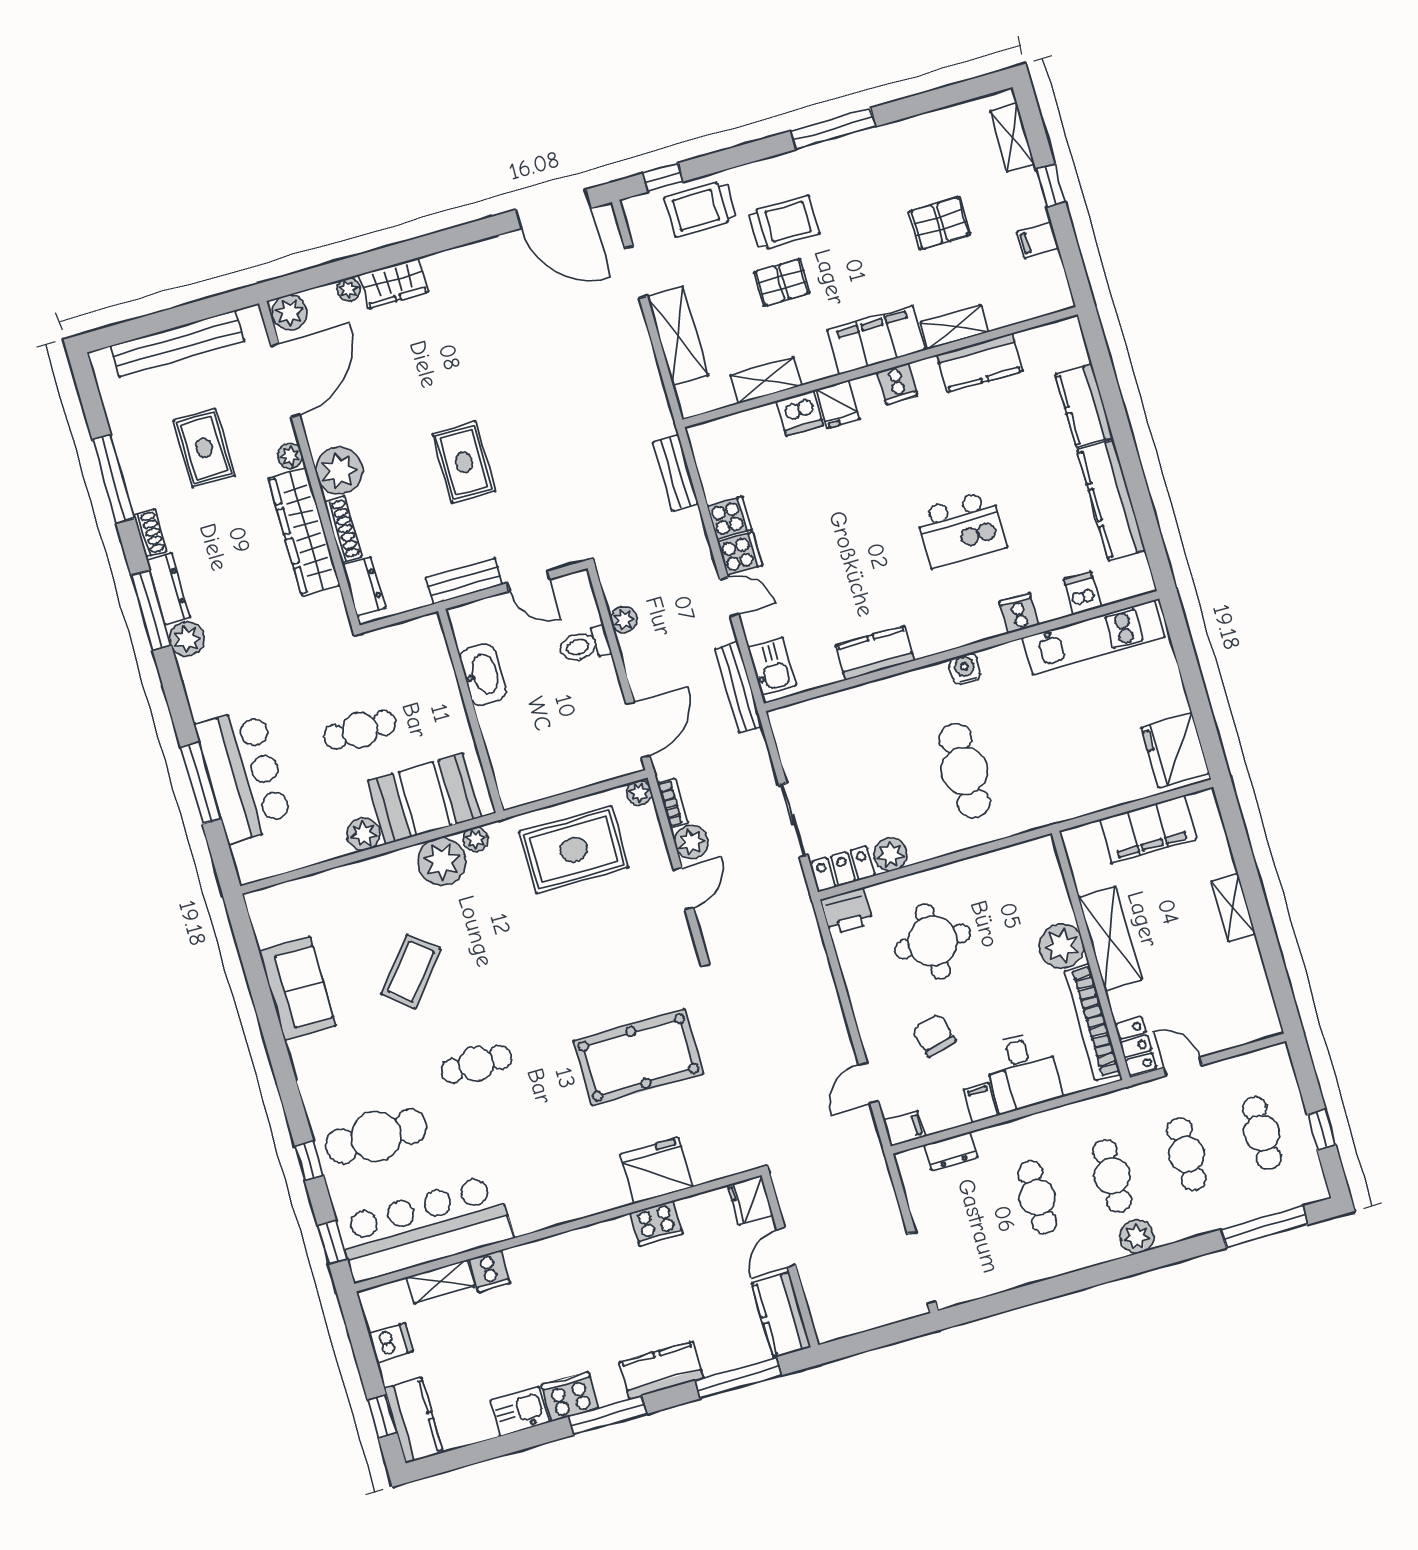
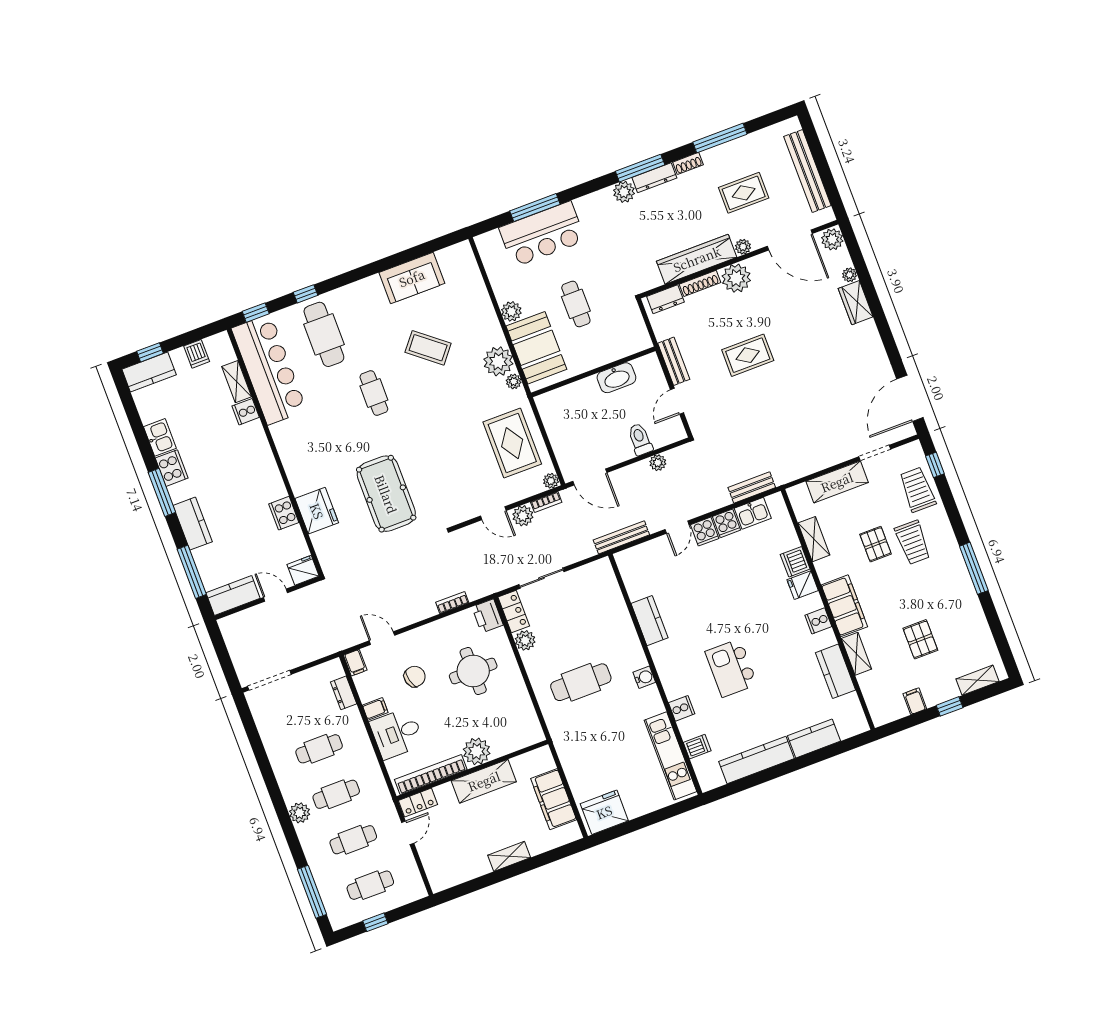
kitchen sink: (772, 666) -> (753, 513), moved
bookcase: (821, 966) -> (452, 603), added

